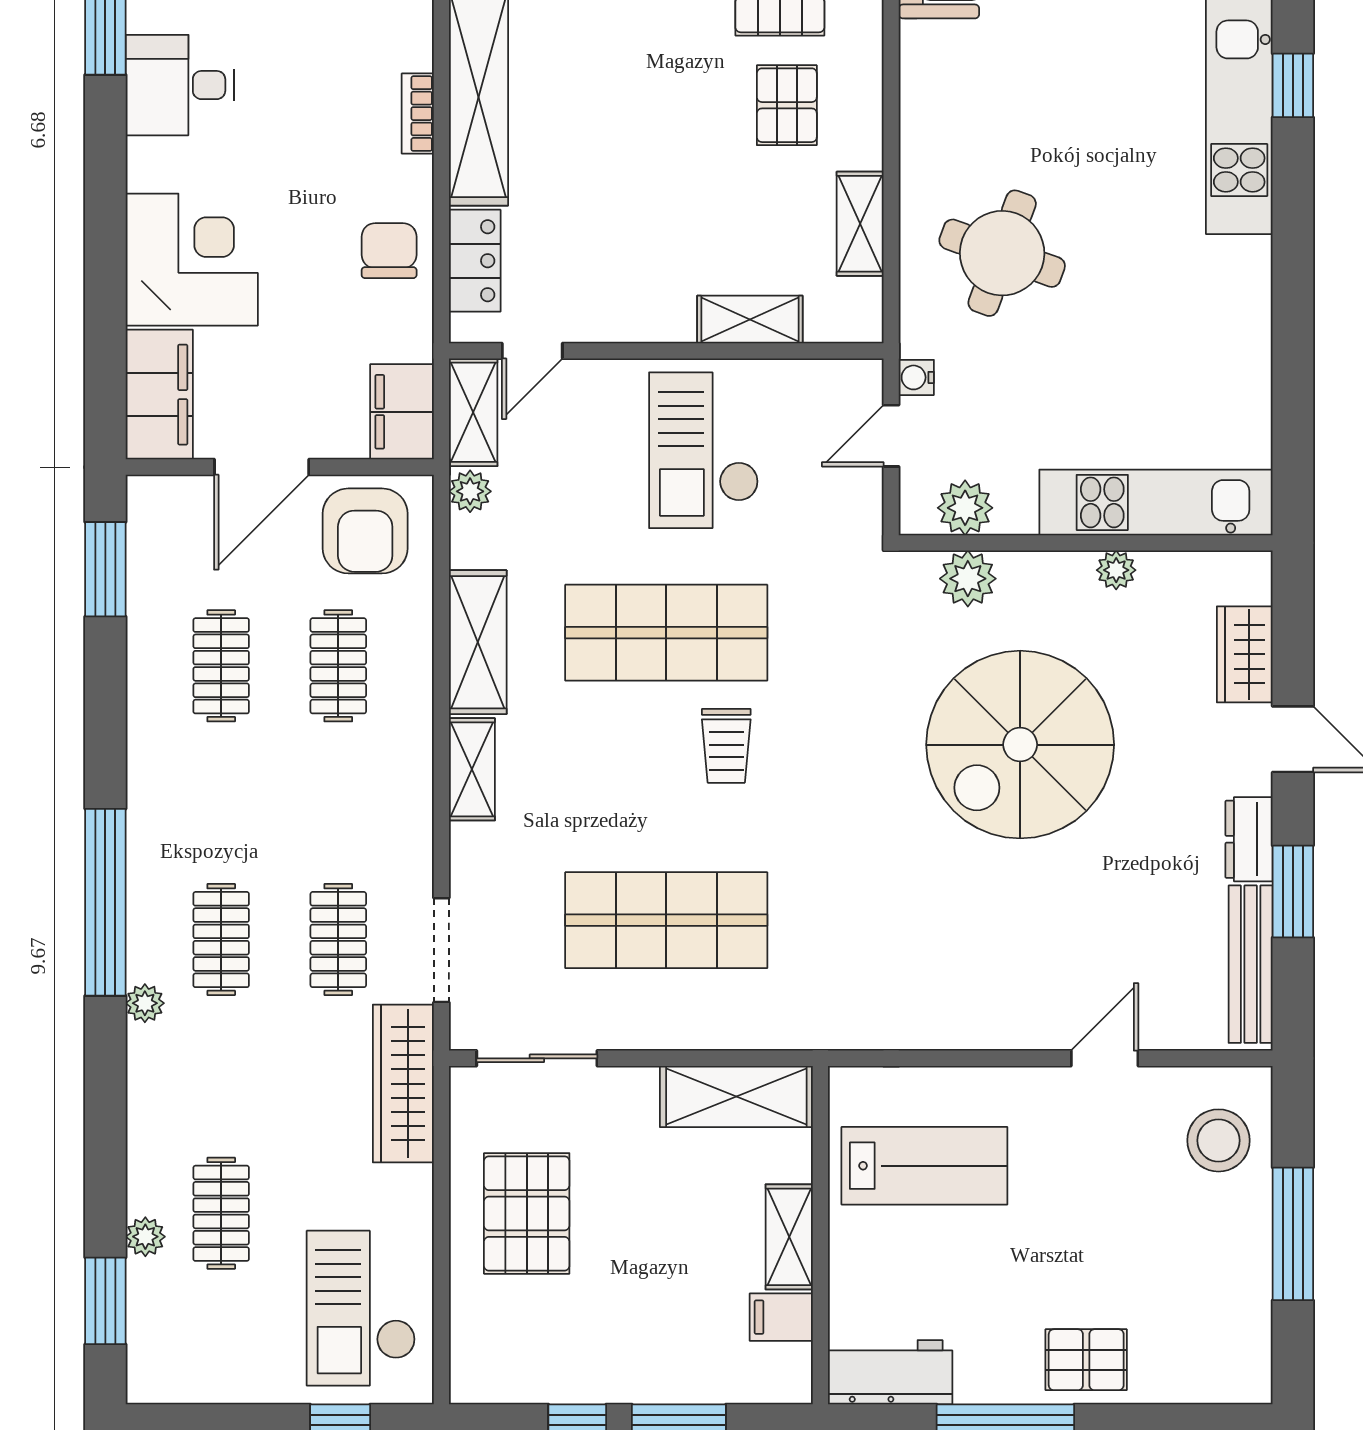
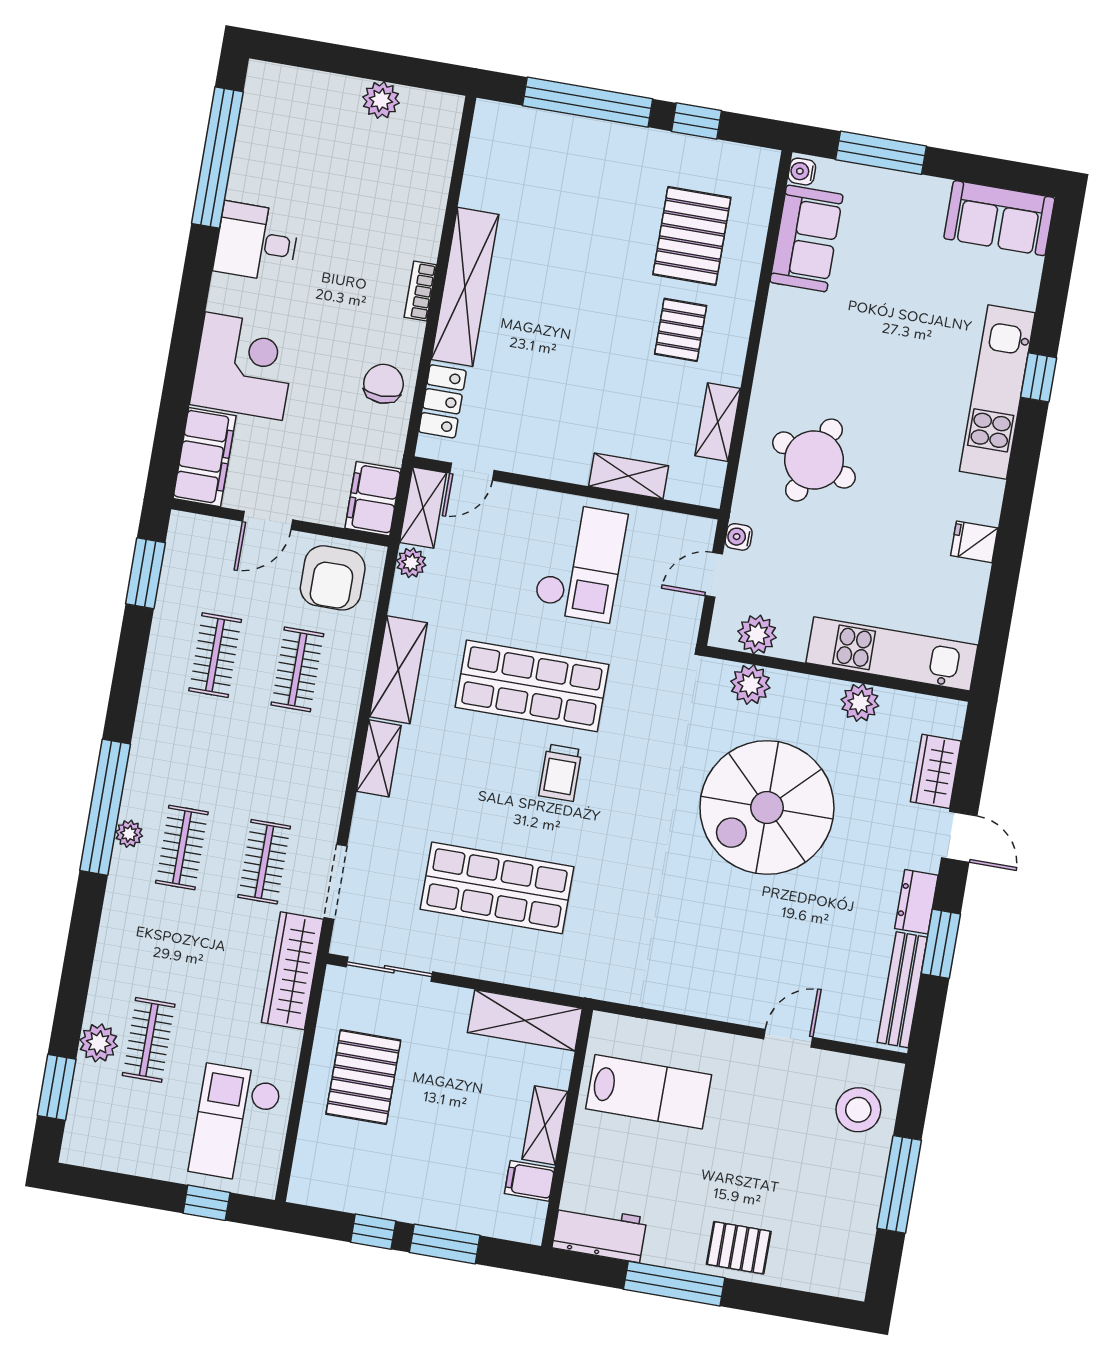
fridge: (1243, 328) -> (974, 542), added
checkout: (704, 450) -> (580, 562), turned 180
door: (262, 467) -> (268, 520), width x0.73
plant: (1116, 570) -> (860, 703), width x1.38, depth x1.38
plant: (145, 1003) -> (129, 834), moved
plant: (145, 1237) -> (99, 1043), width x1.38, depth x1.38

